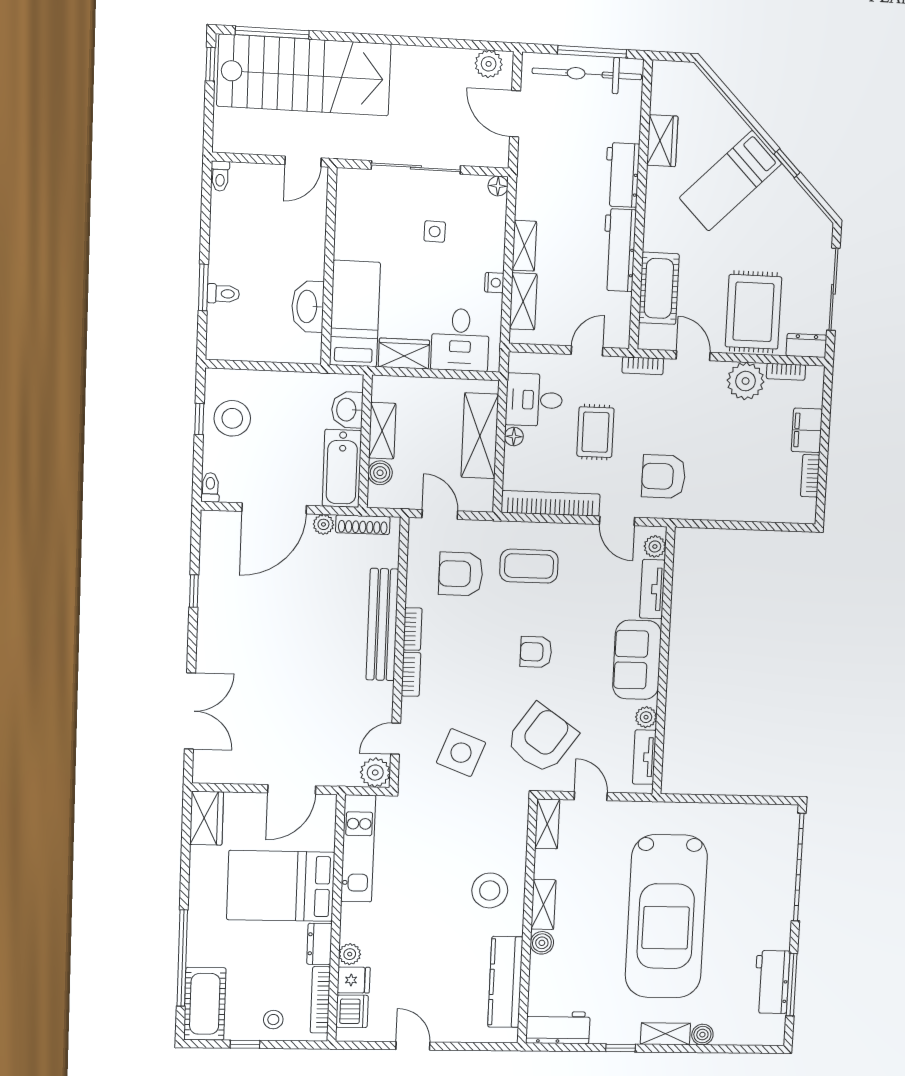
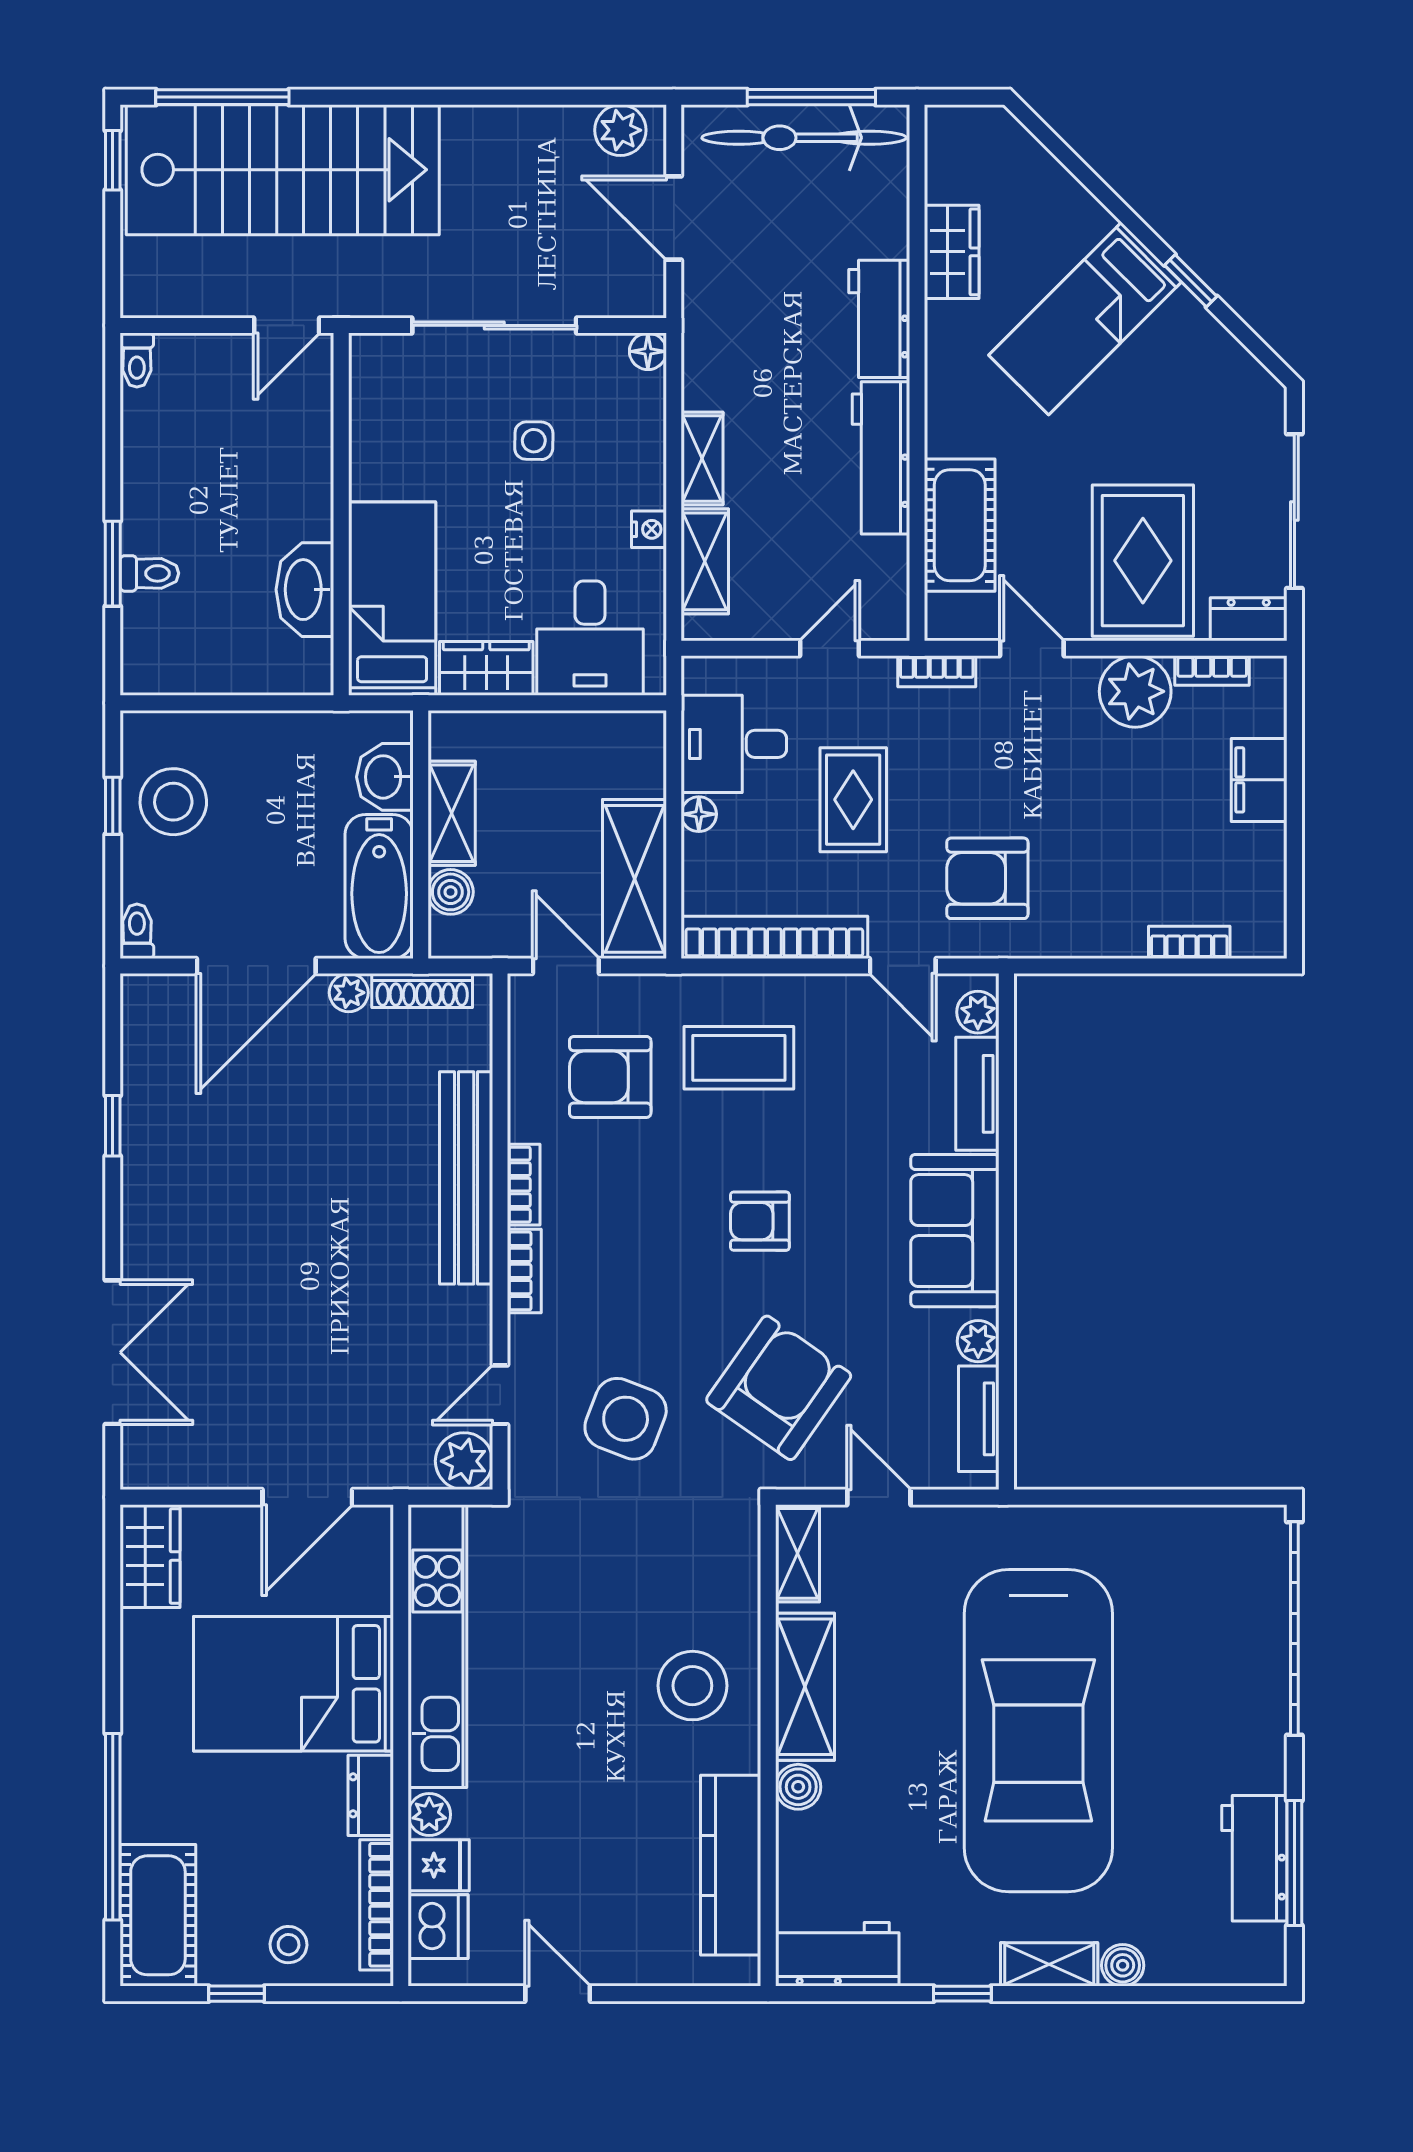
shelving: (480, 436) -> (634, 879), moved
bookcase: (810, 476) -> (1189, 942), moved, turned 90
kitchen unit: (358, 848) -> (437, 1646), width x1.36
shelving: (543, 904) -> (805, 1687), width x1.50, depth x1.33

